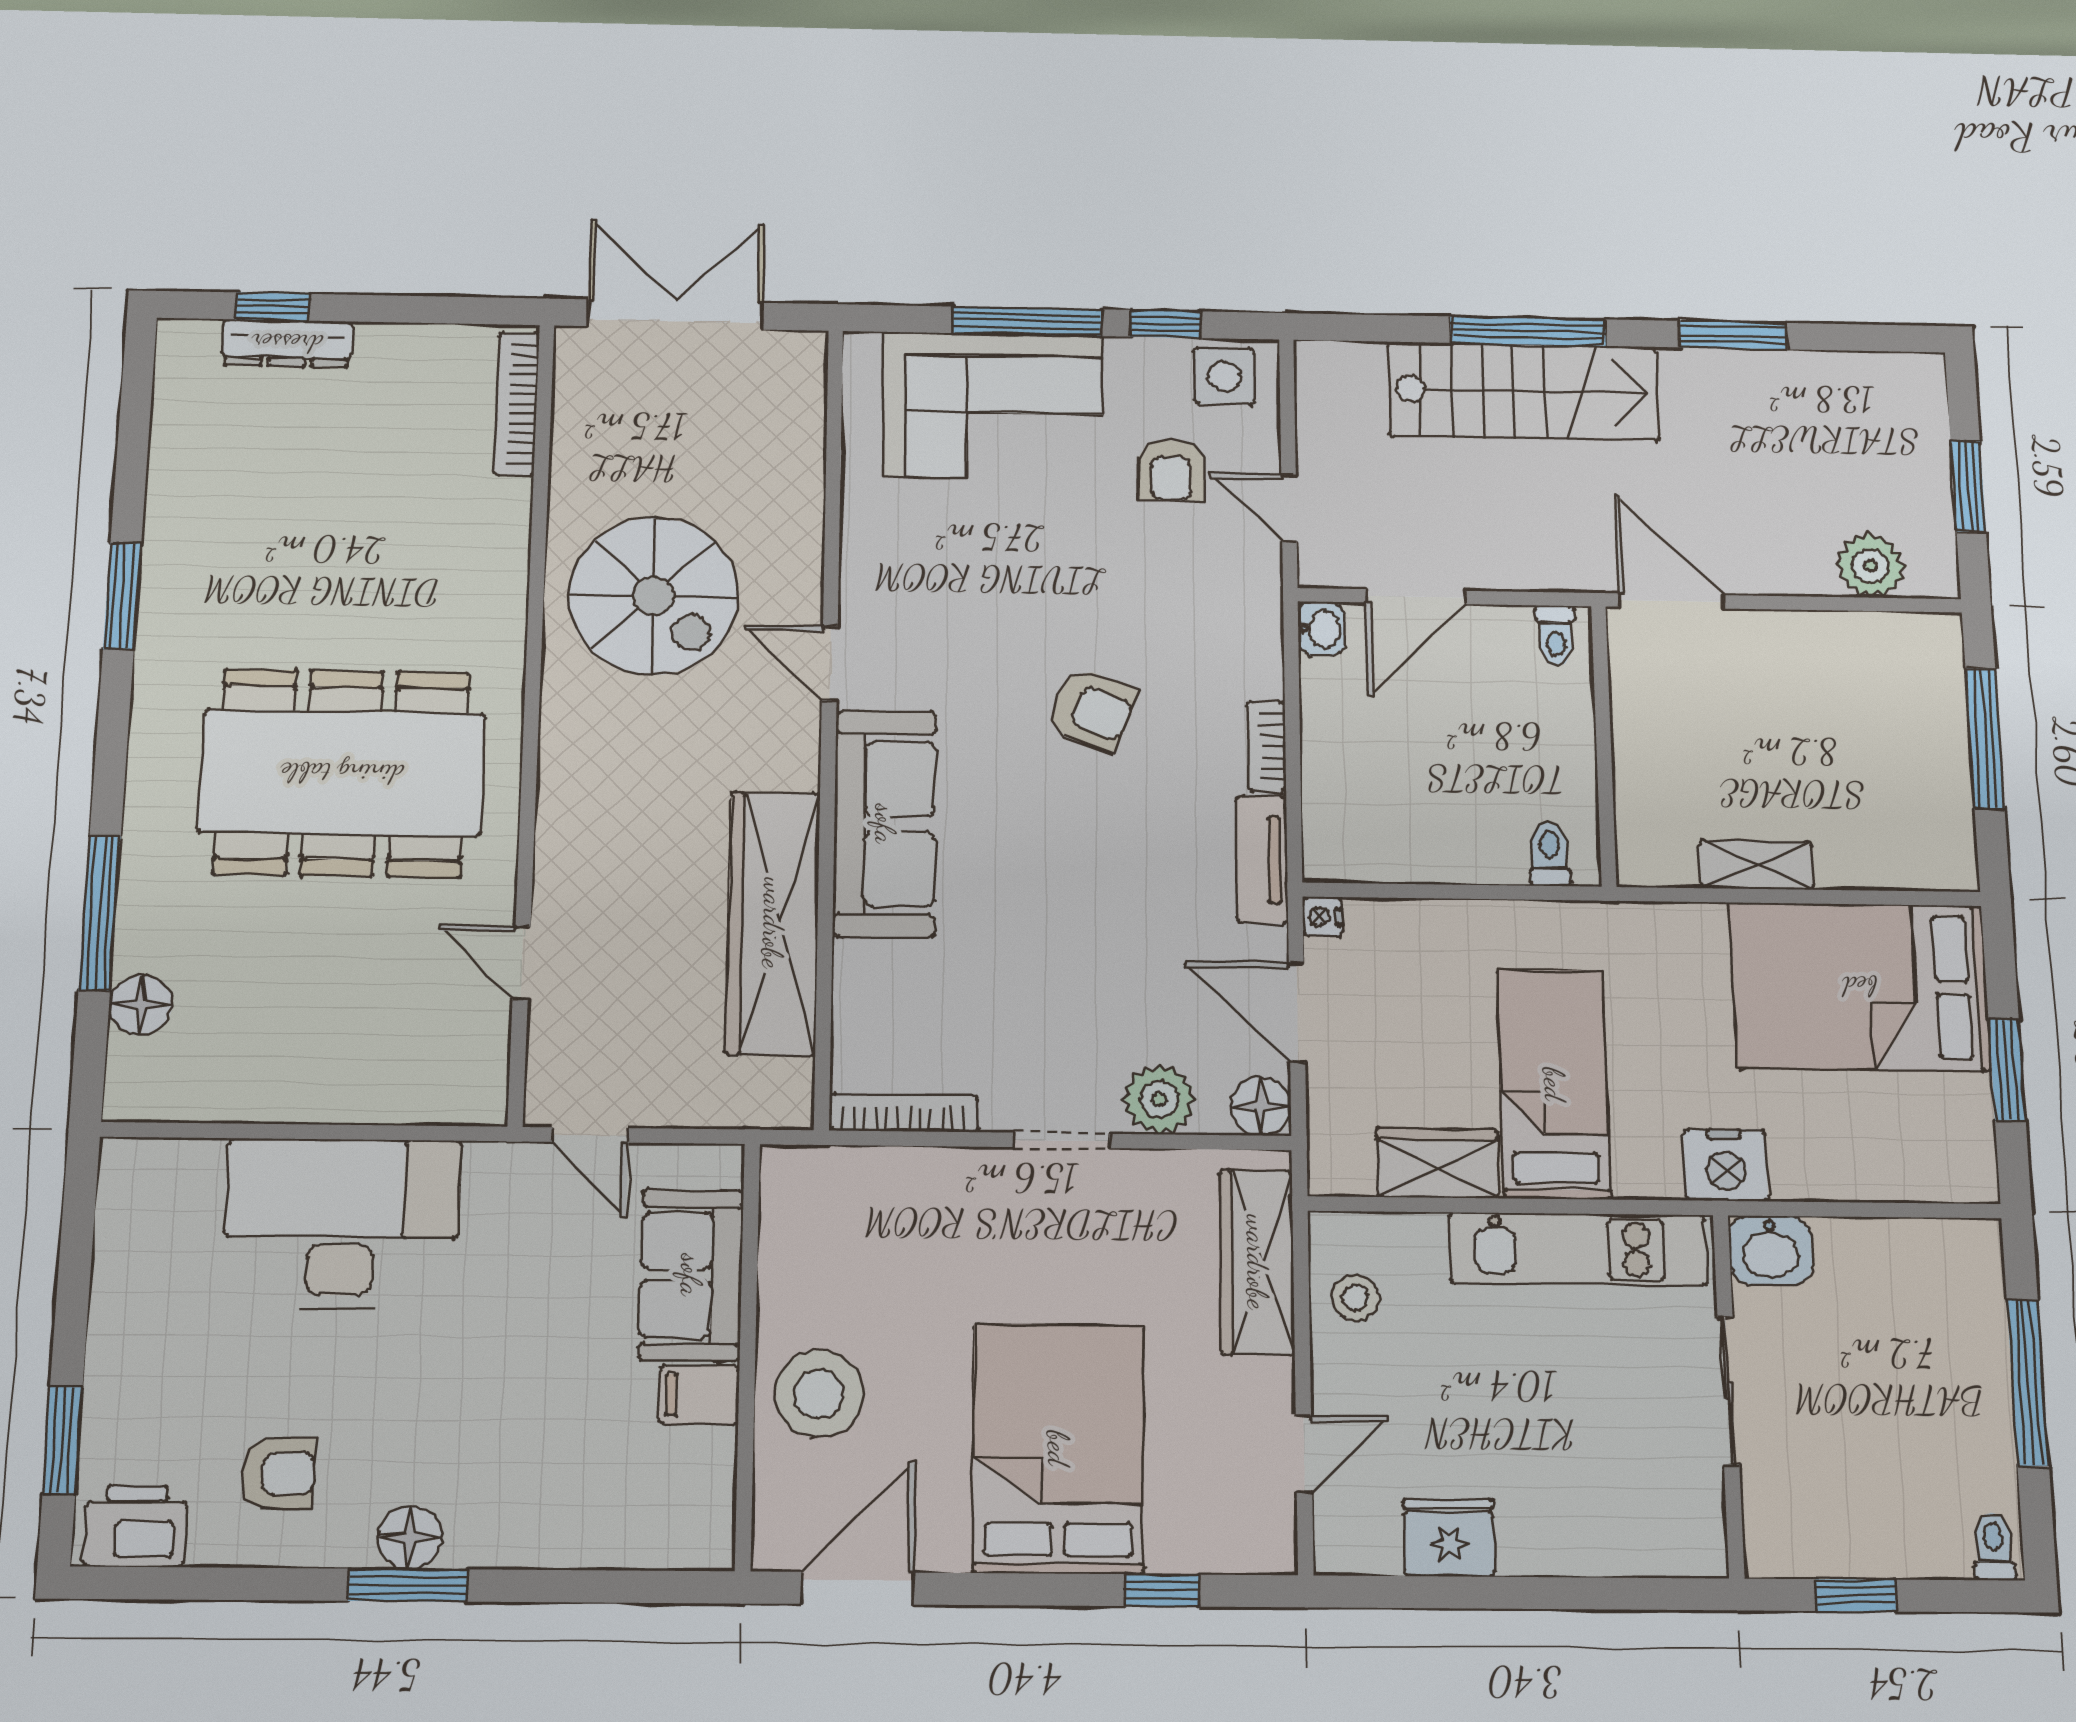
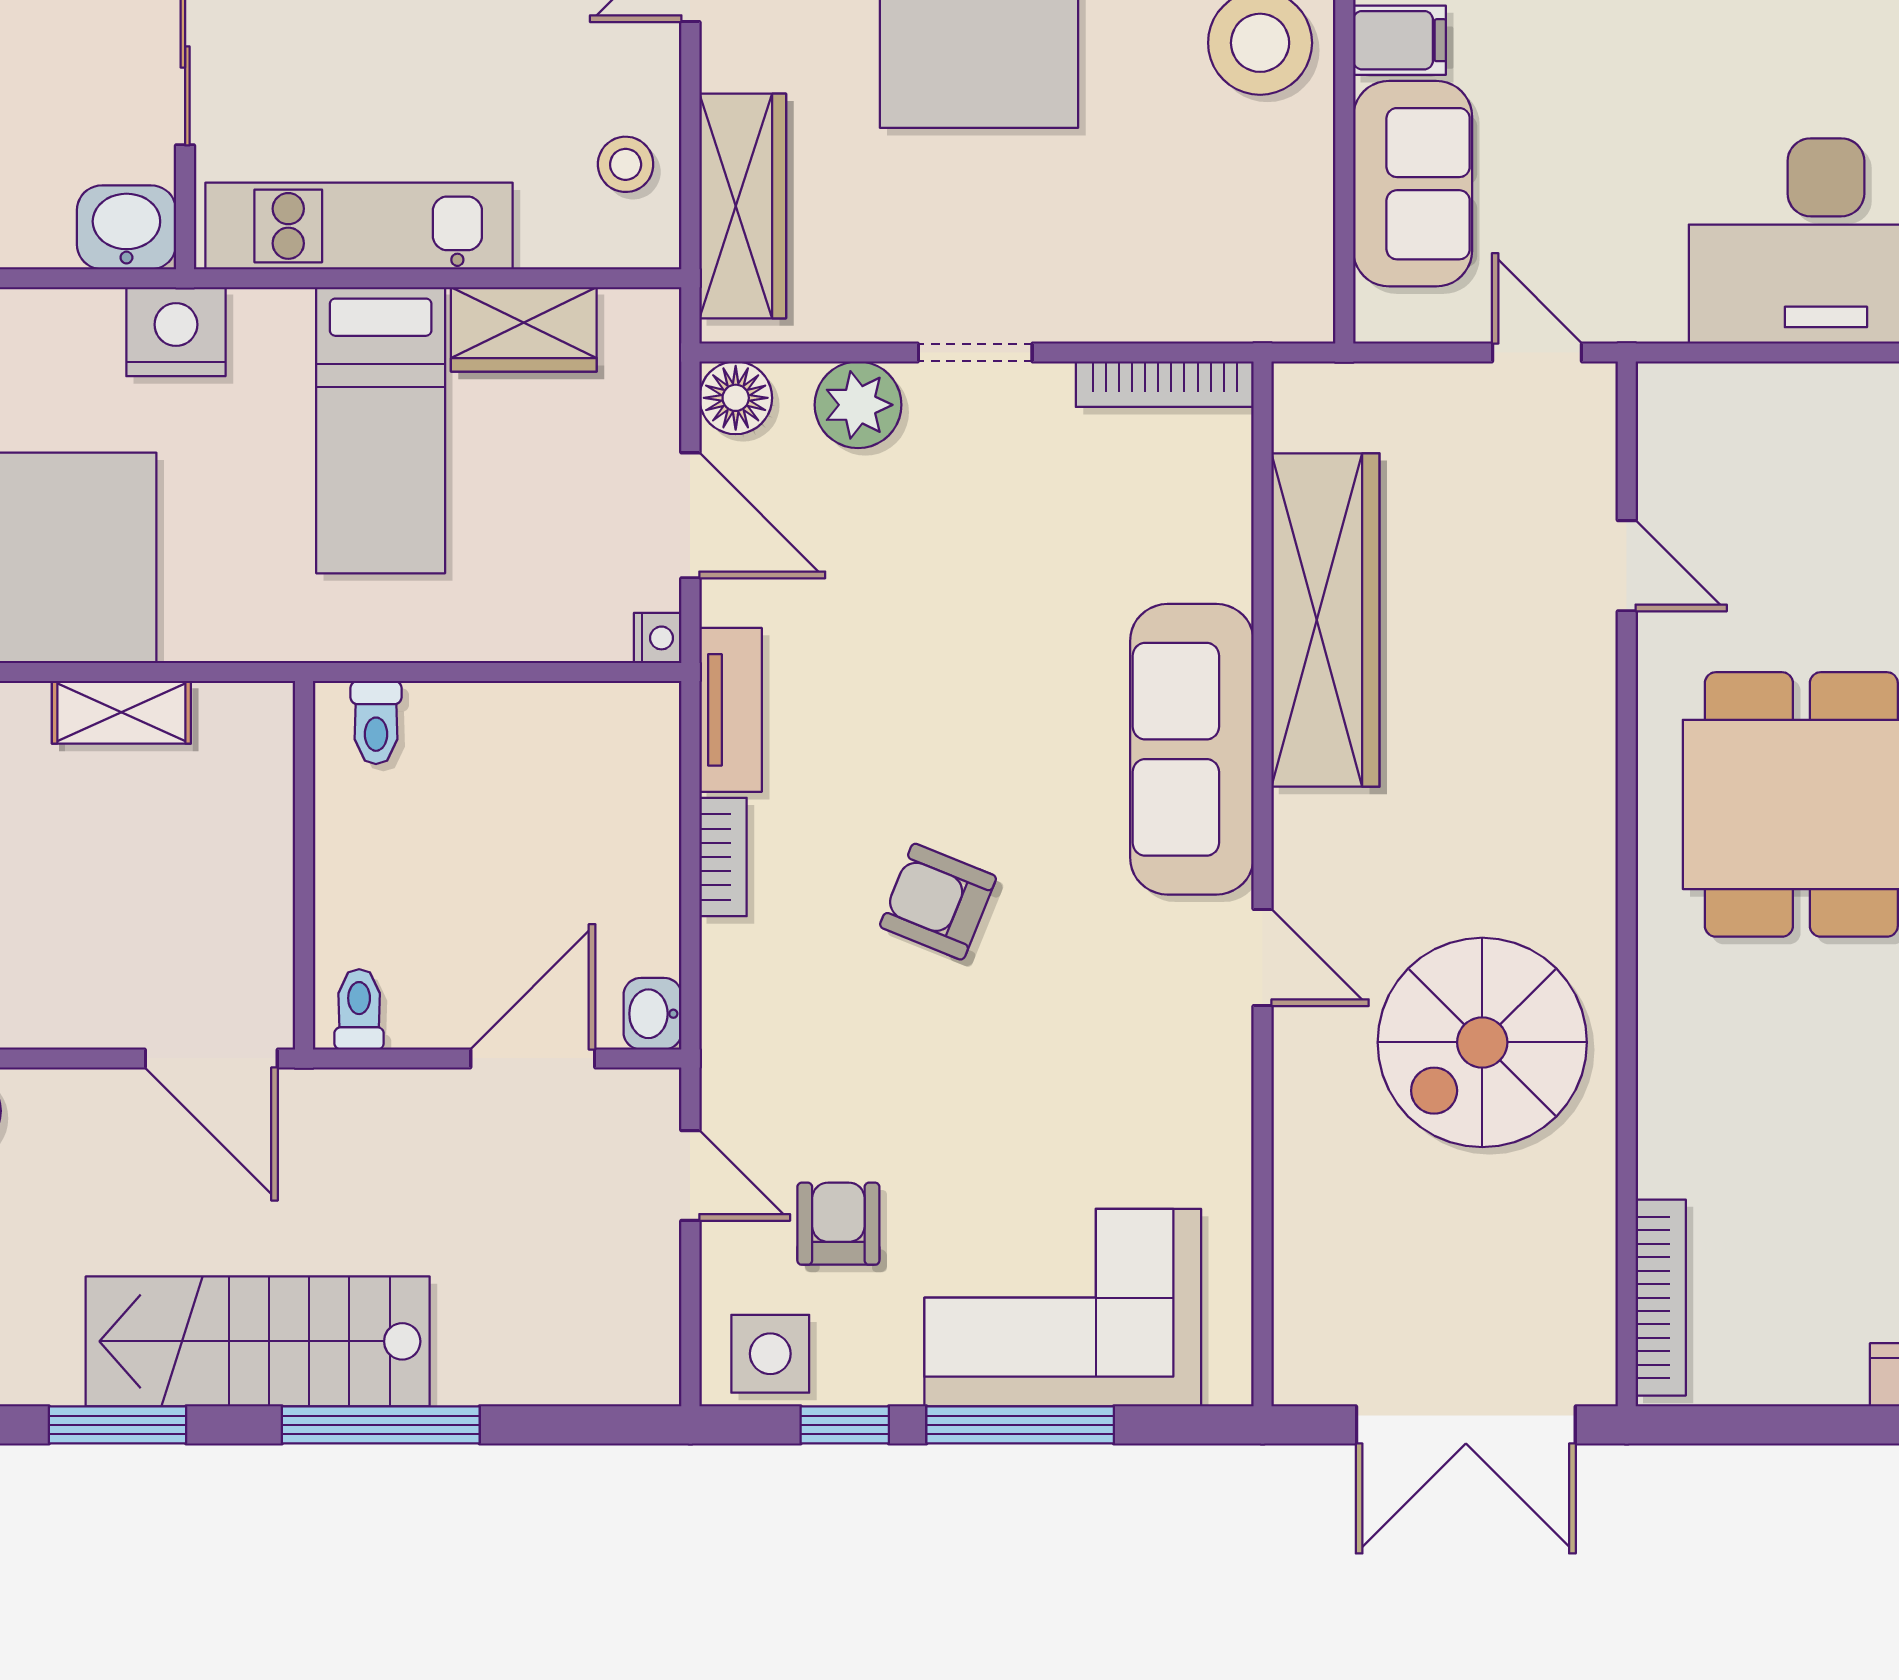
stairs: (1523, 391) -> (258, 1341), moved
spiral stairs: (653, 596) -> (1482, 1042), turned -90

